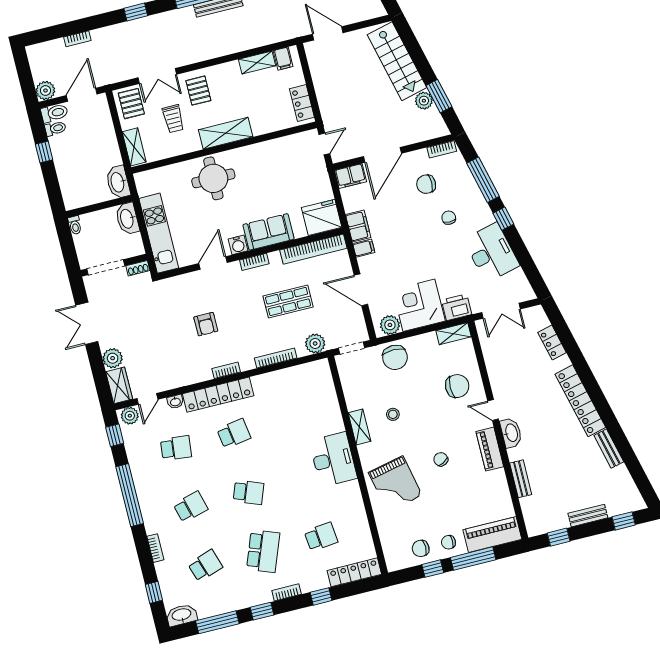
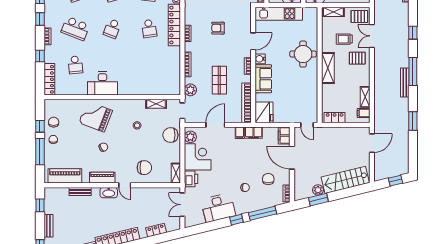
door: (213, 263) -> (253, 41), hinge flipped
chair: (457, 386) -> (144, 168), turned -90
door: (493, 410) -> (125, 185), swing flipped
shelving: (359, 427) -> (156, 104), moved
desk: (333, 459) -> (102, 83), moved
grand piano: (395, 484) -> (96, 117), turned 33
piano: (492, 535) -> (65, 176), moved, turned -90

